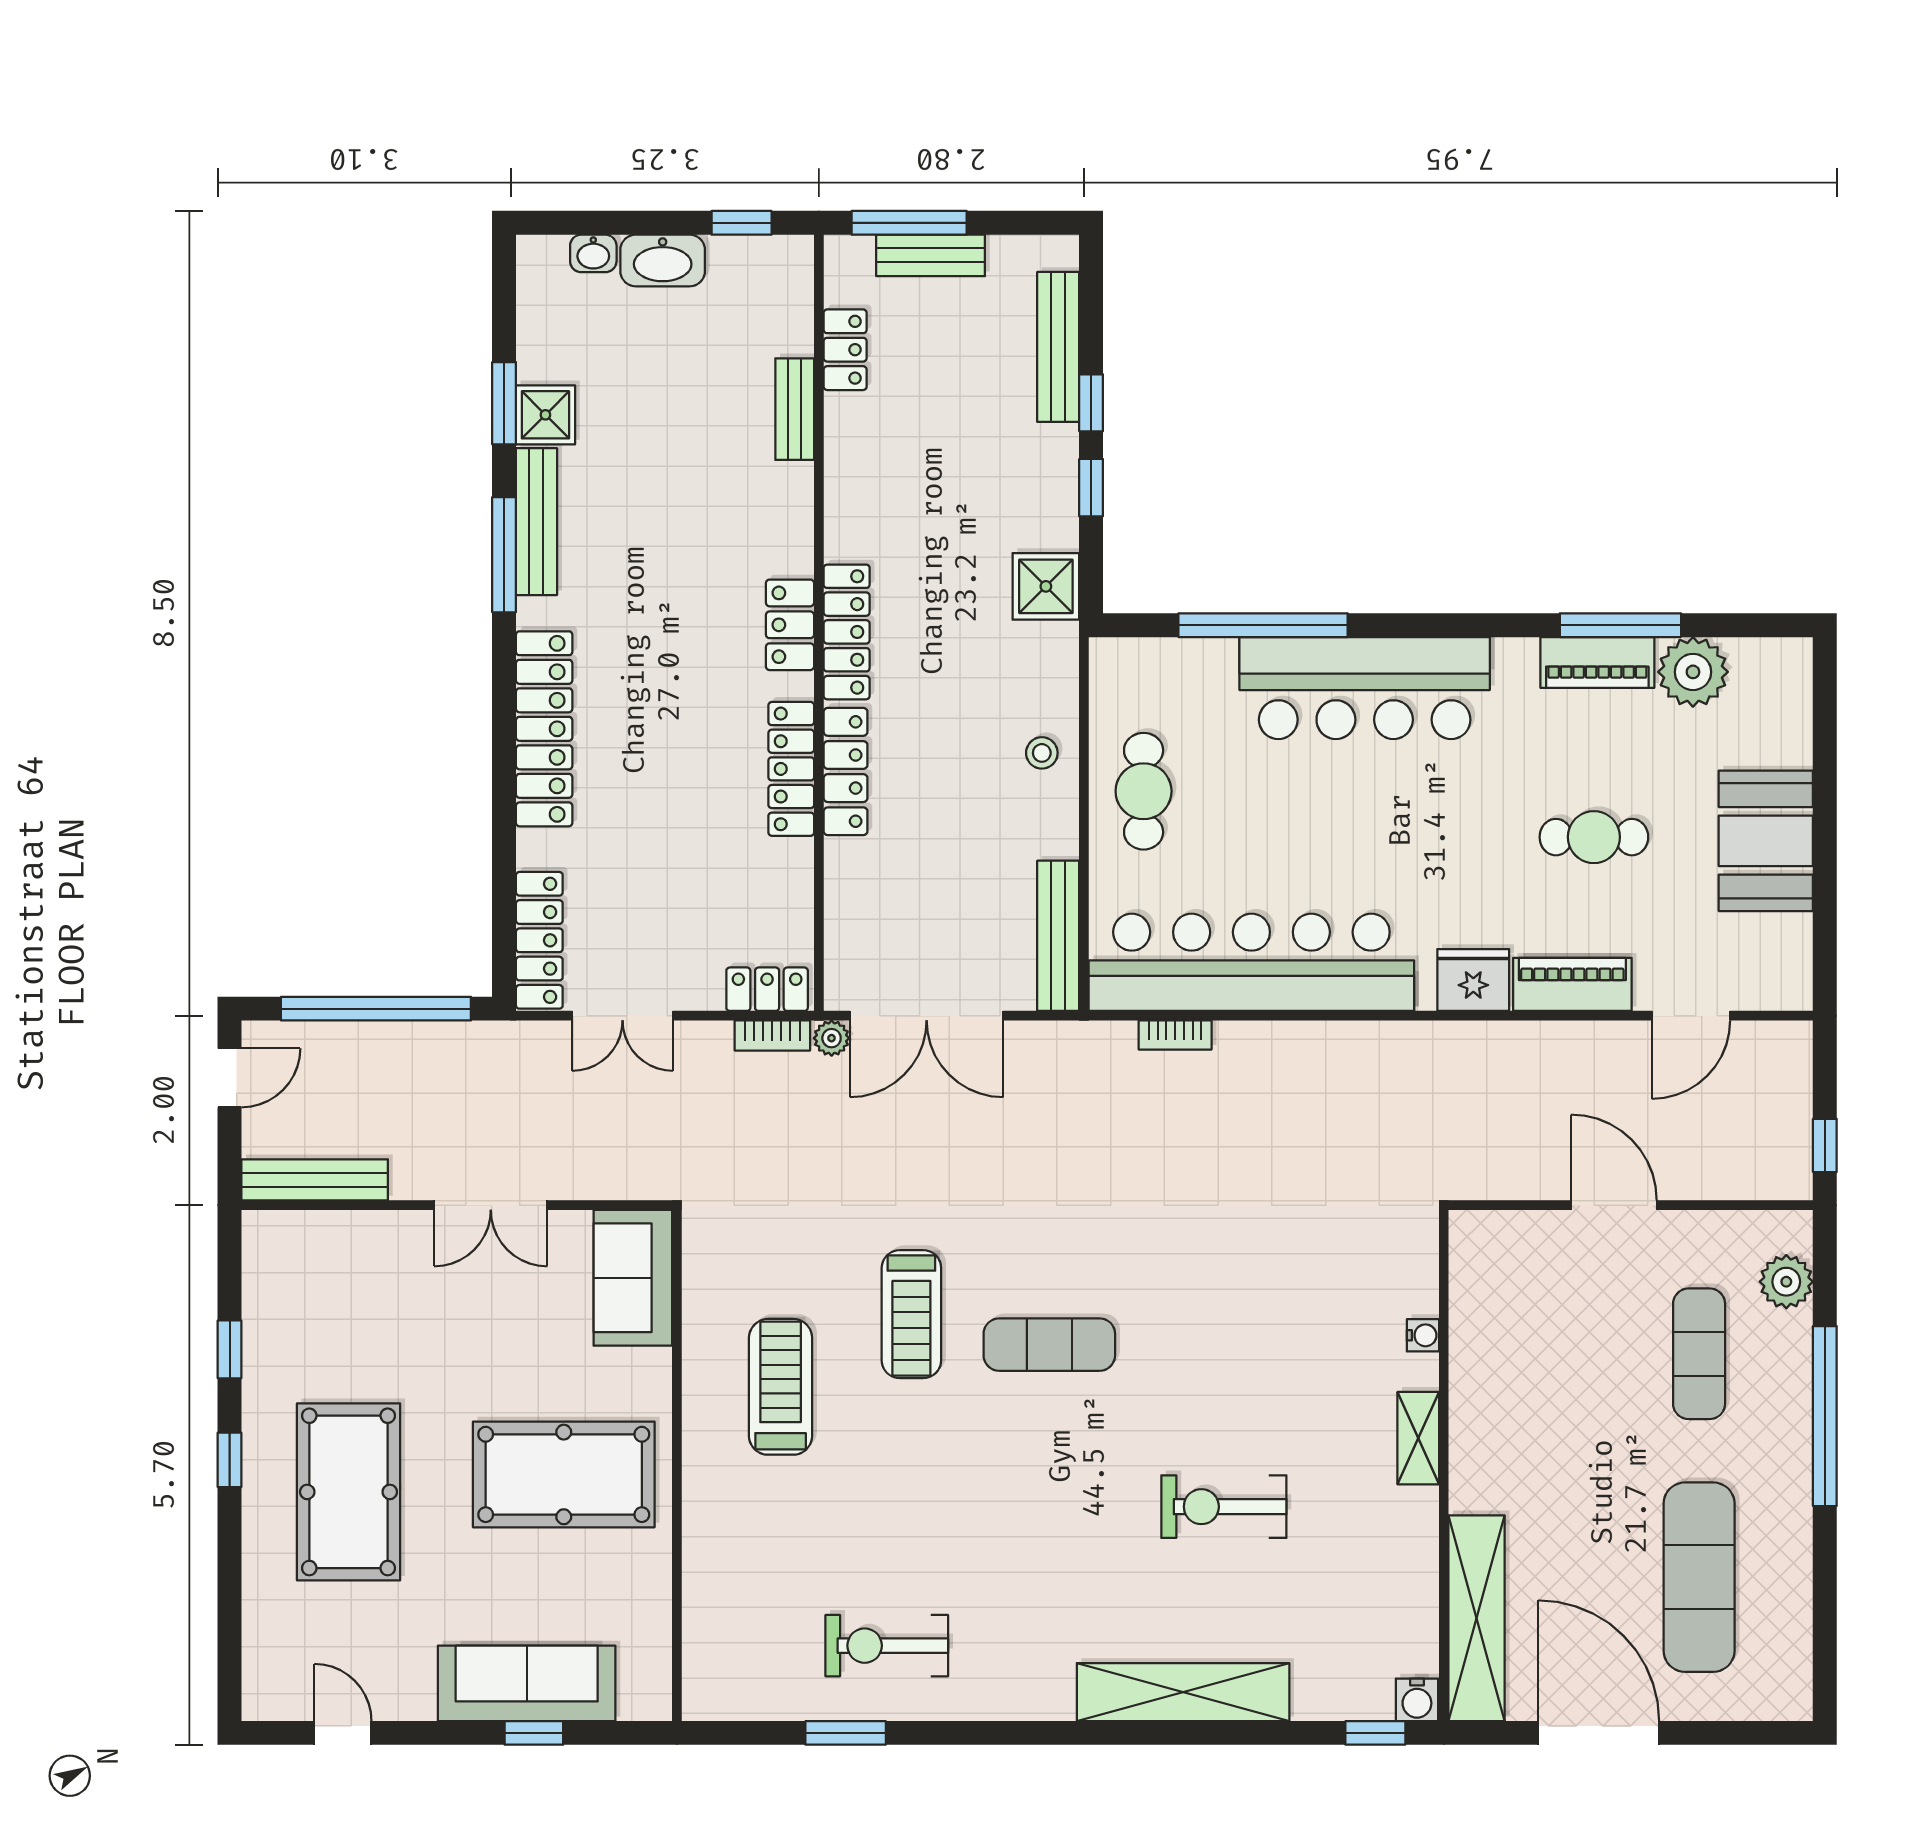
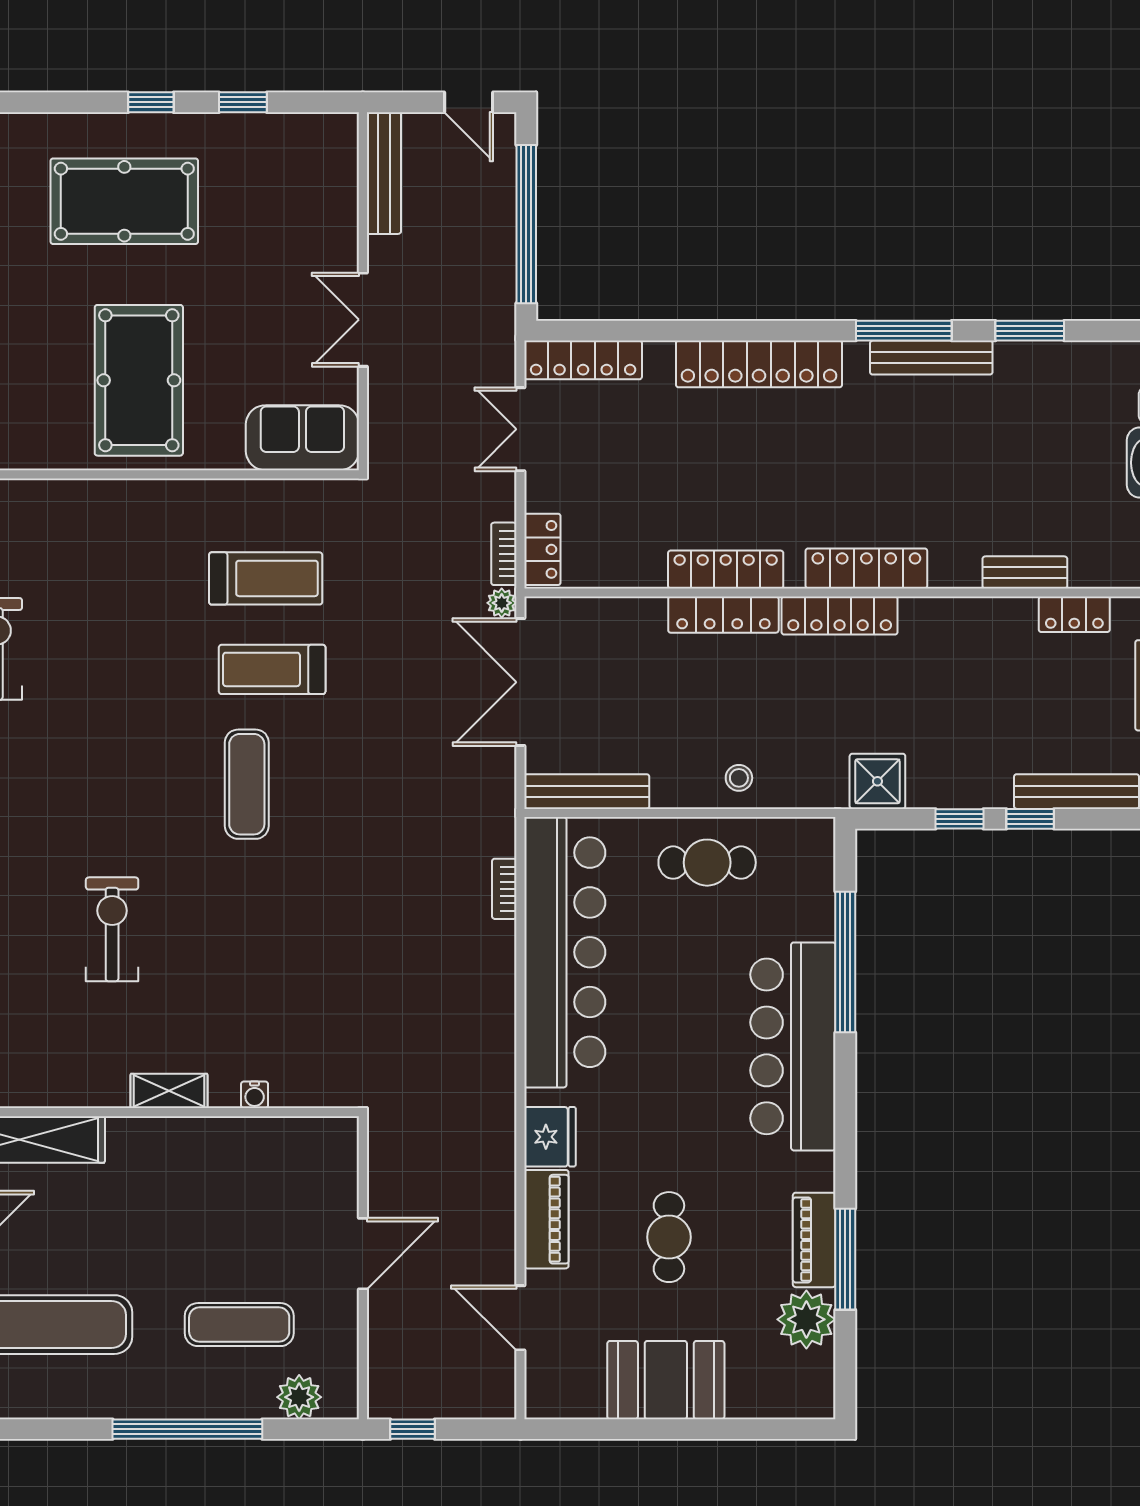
shower: (545, 415) -> (1020, 365), removed
locker: (790, 625) -> (866, 568), width x1.53
treadmill: (781, 1387) -> (266, 578), moved

